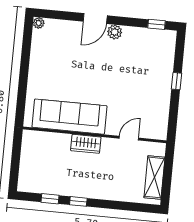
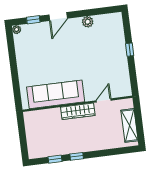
window: (156, 24) -> (33, 20), moved
plant: (115, 32) -> (88, 22), moved
wardrobe: (86, 144) -> (78, 111), width x1.50

